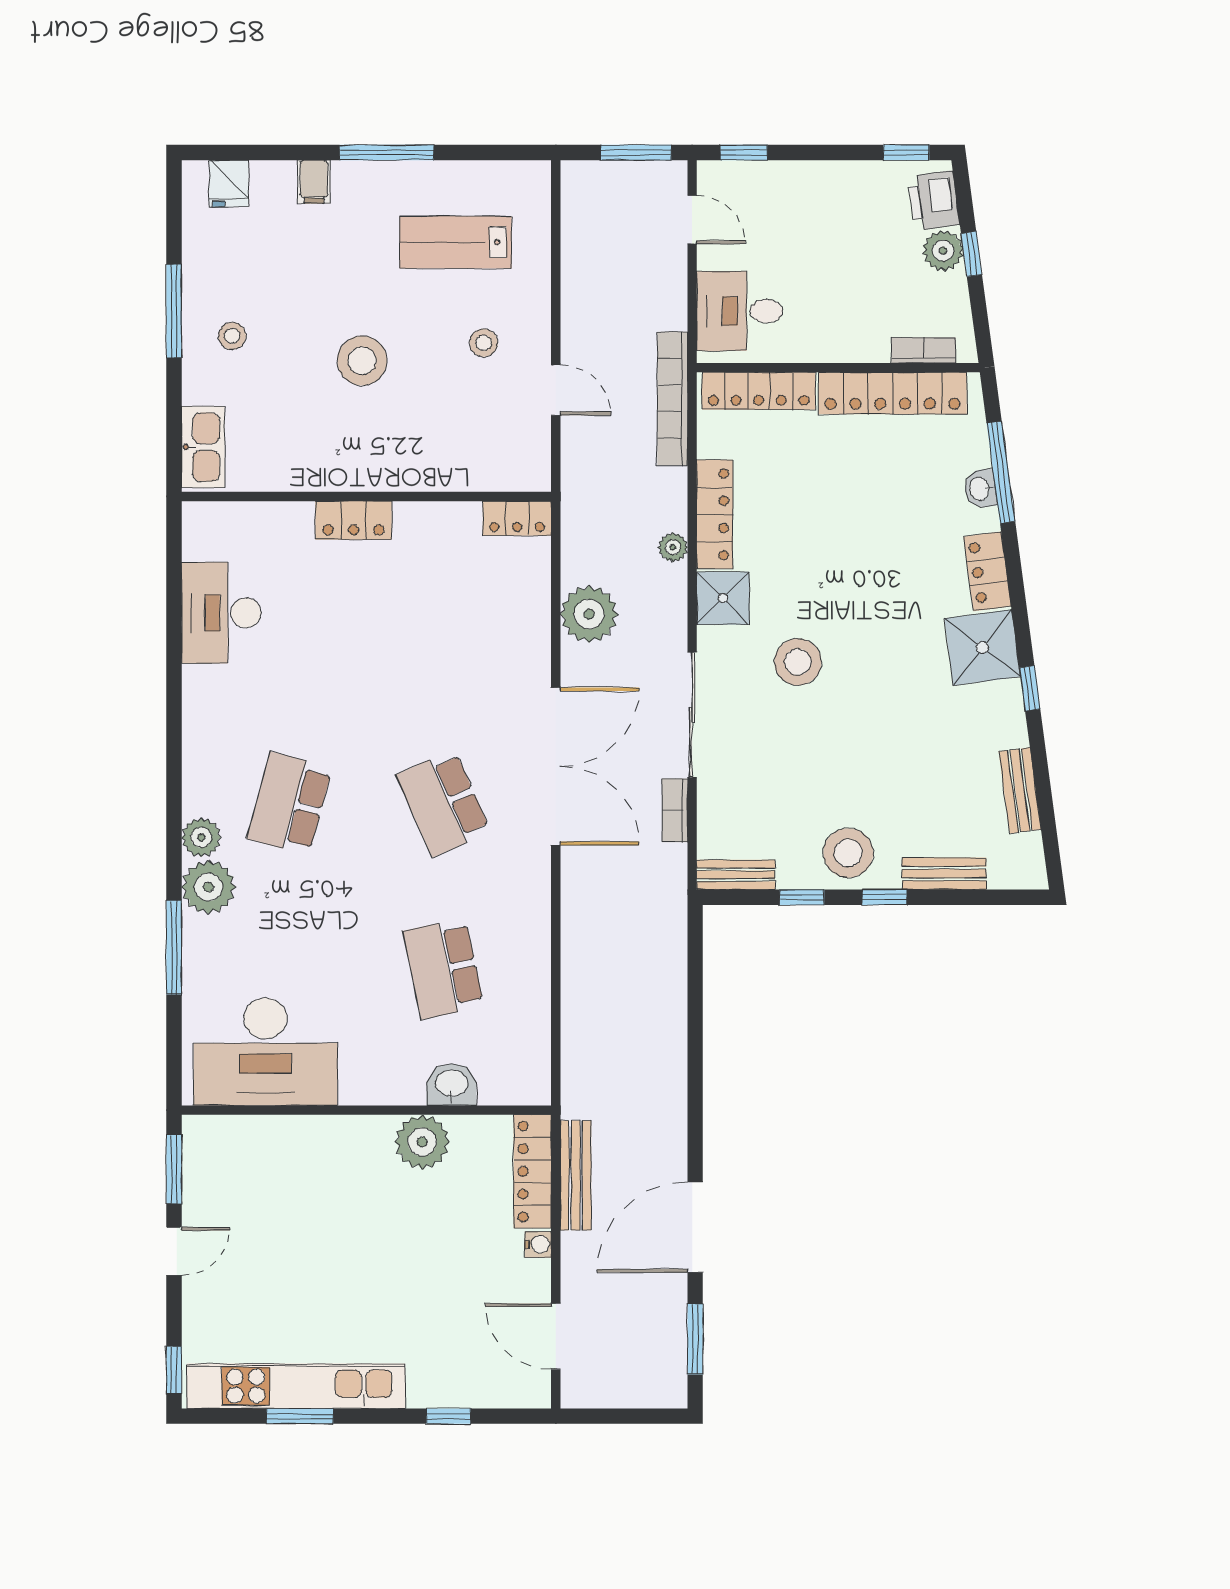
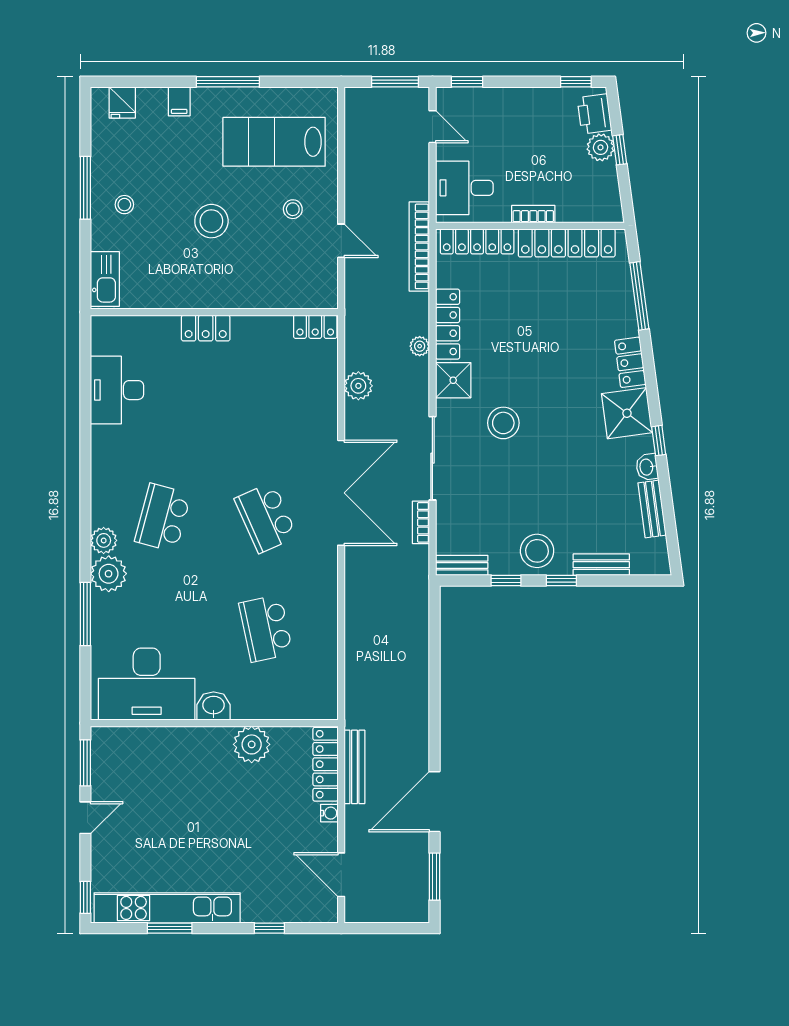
lab bench: (456, 242) -> (274, 142), width x1.36, depth x1.39
bookcase: (924, 350) -> (533, 214), moved
washbasin: (980, 489) -> (647, 467), moved
plant: (589, 614) -> (358, 386), width x0.73, depth x0.73
washbasin: (452, 1084) -> (214, 706), moved

